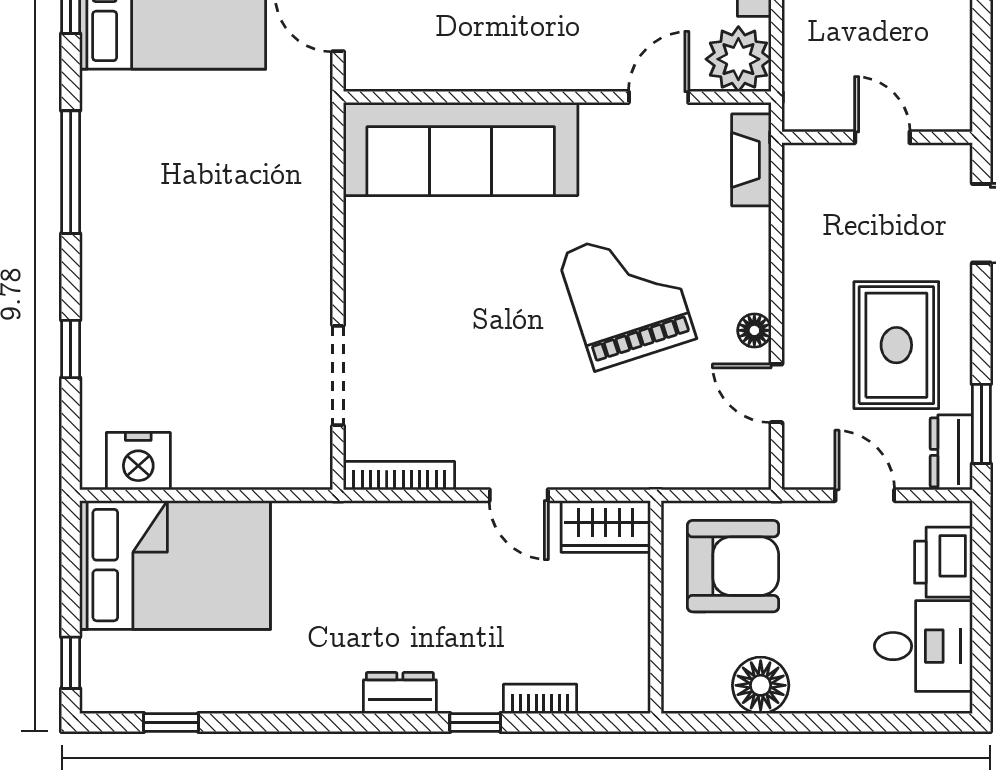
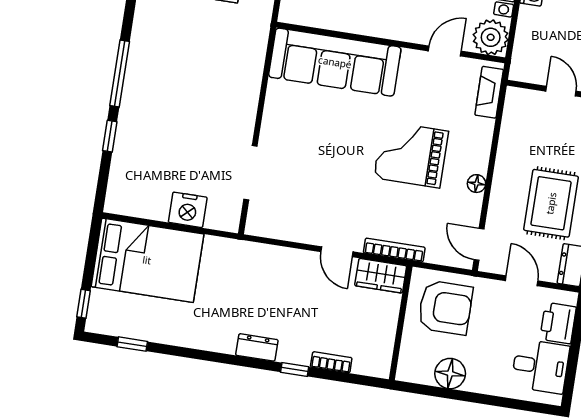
window: (71, 172) -> (120, 74), moved
grand piano: (627, 296) -> (411, 155), turned -72
door: (776, 393) -> (479, 244), moved
nightstand: (138, 461) -> (188, 210), moved
bookcase: (399, 476) -> (394, 250), moved

